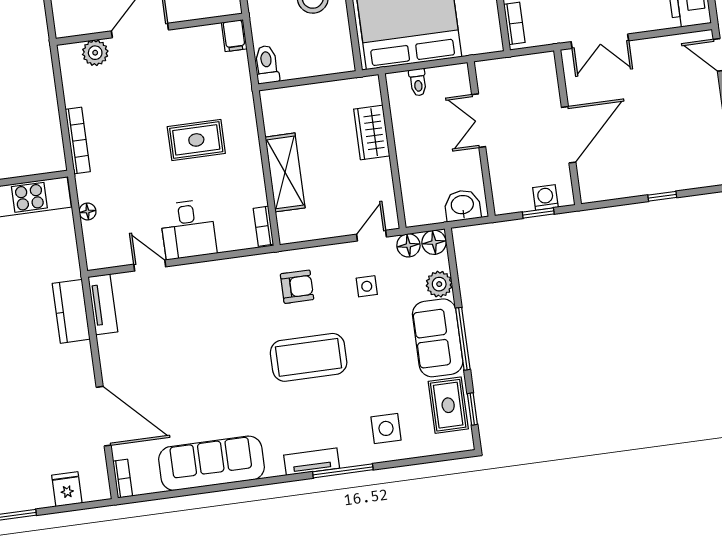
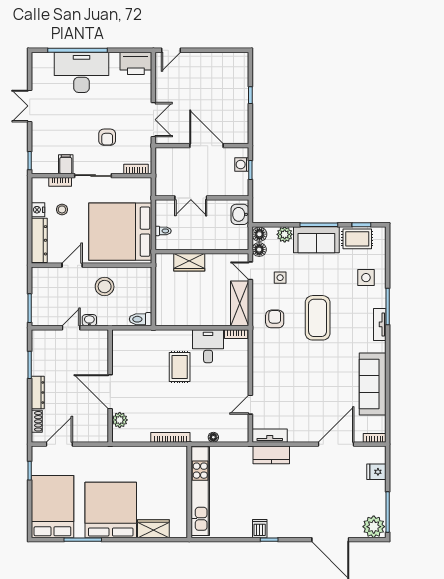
filing cabinet: (234, 36) -> (121, 336), removed
shelving: (285, 172) -> (240, 303), moved, turned 90
desk: (188, 229) -> (208, 346), moved, turned -90

